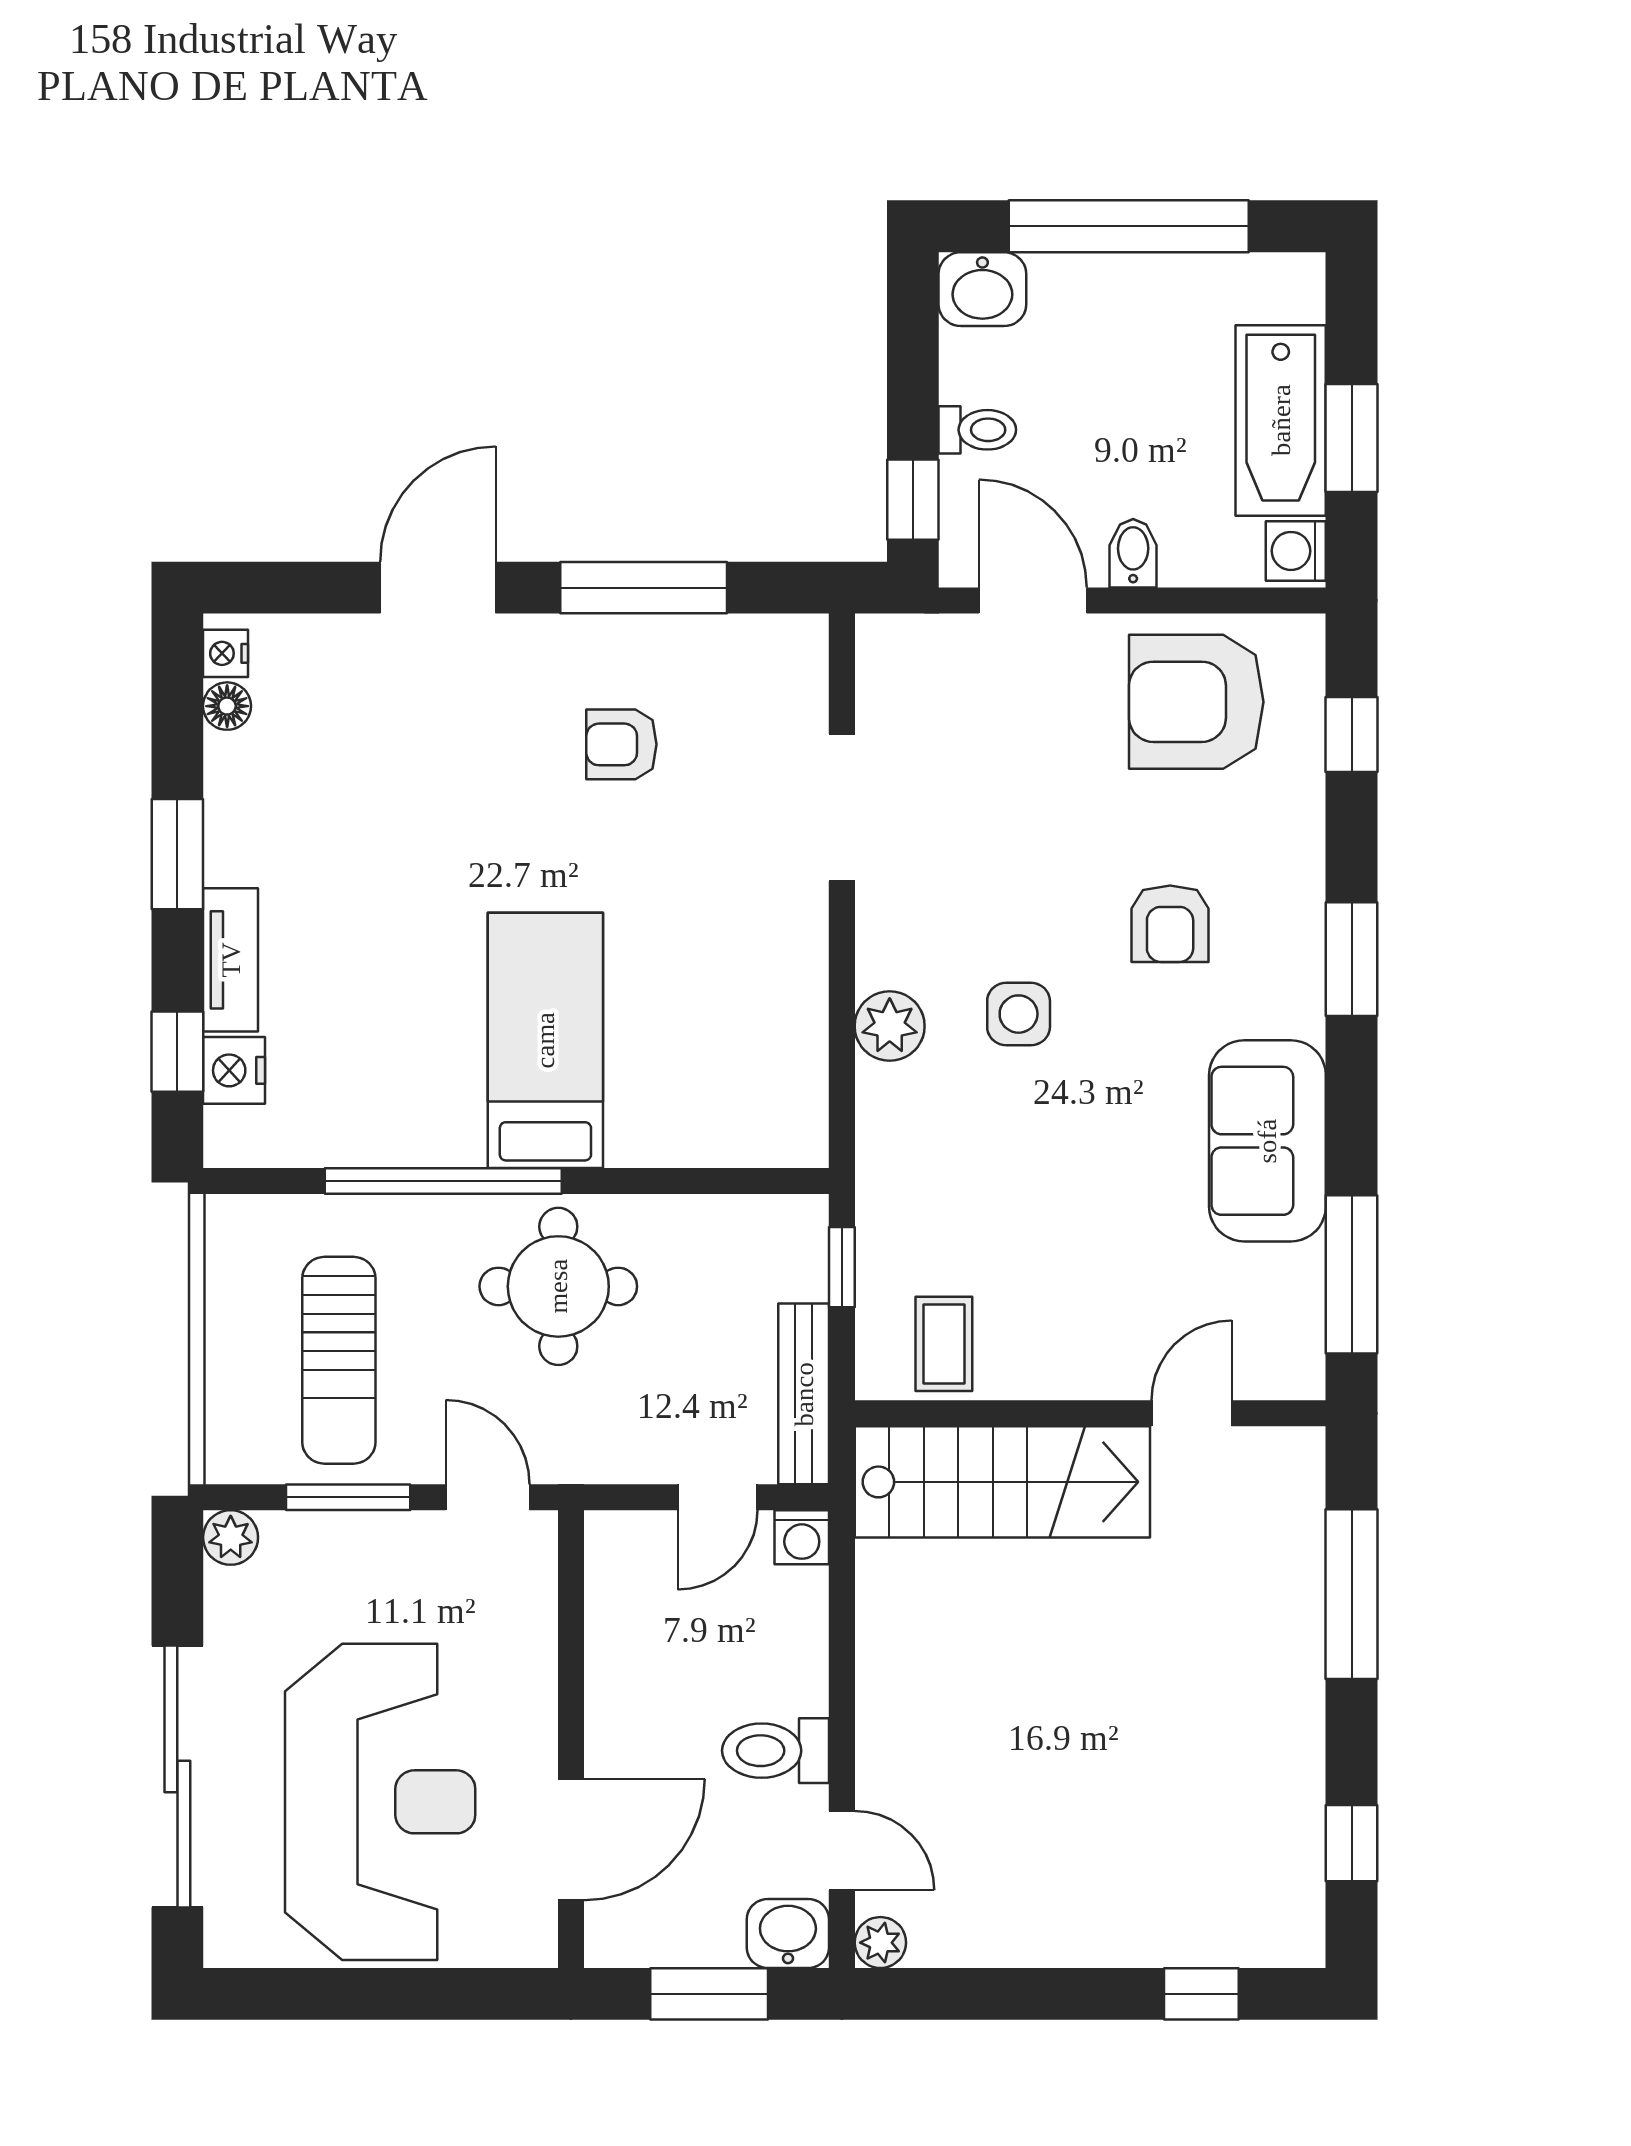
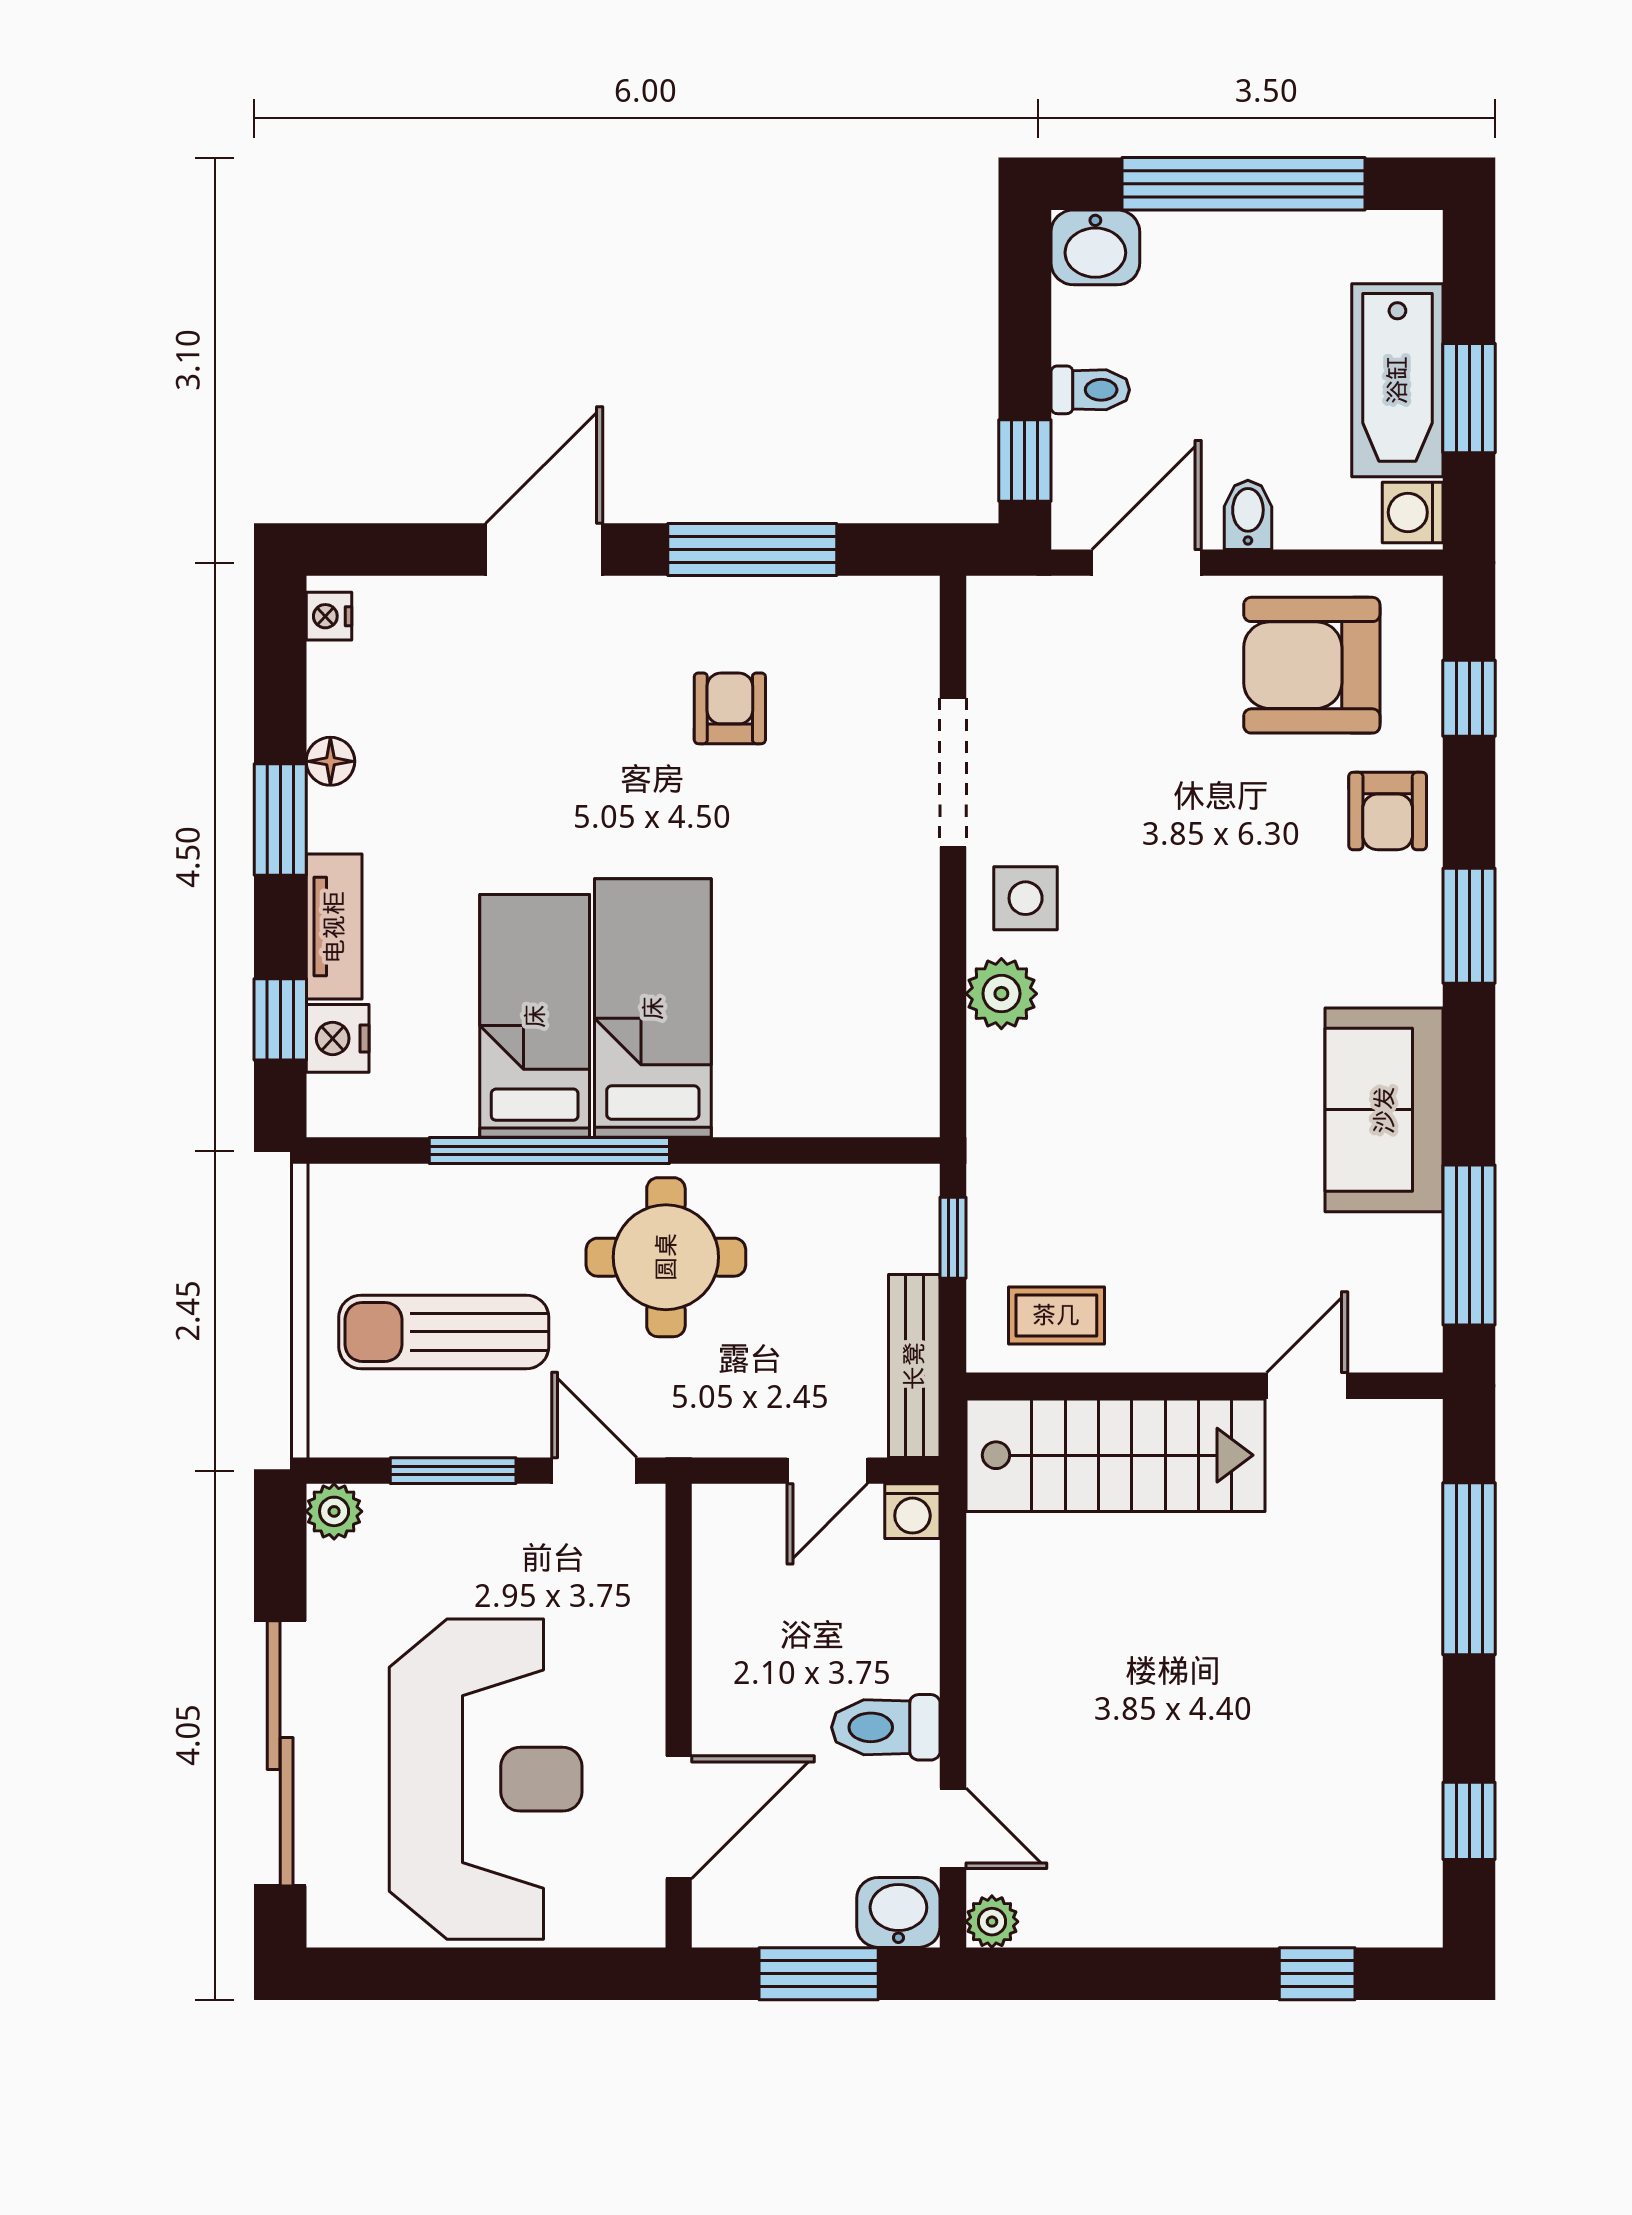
door: (1033, 600) -> (1146, 563), hinge flipped
floor lamp: (227, 706) -> (330, 761), moved
armchair: (621, 744) -> (730, 708), turned 90
armchair: (1170, 924) -> (1388, 811), moved
side table: (1019, 1014) -> (1026, 898), moved
bed: (429, 1048) -> (535, 1016), added
coffee table: (944, 1344) -> (1056, 1315), turned 90
sun lounger: (339, 1360) -> (444, 1332), turned 90

